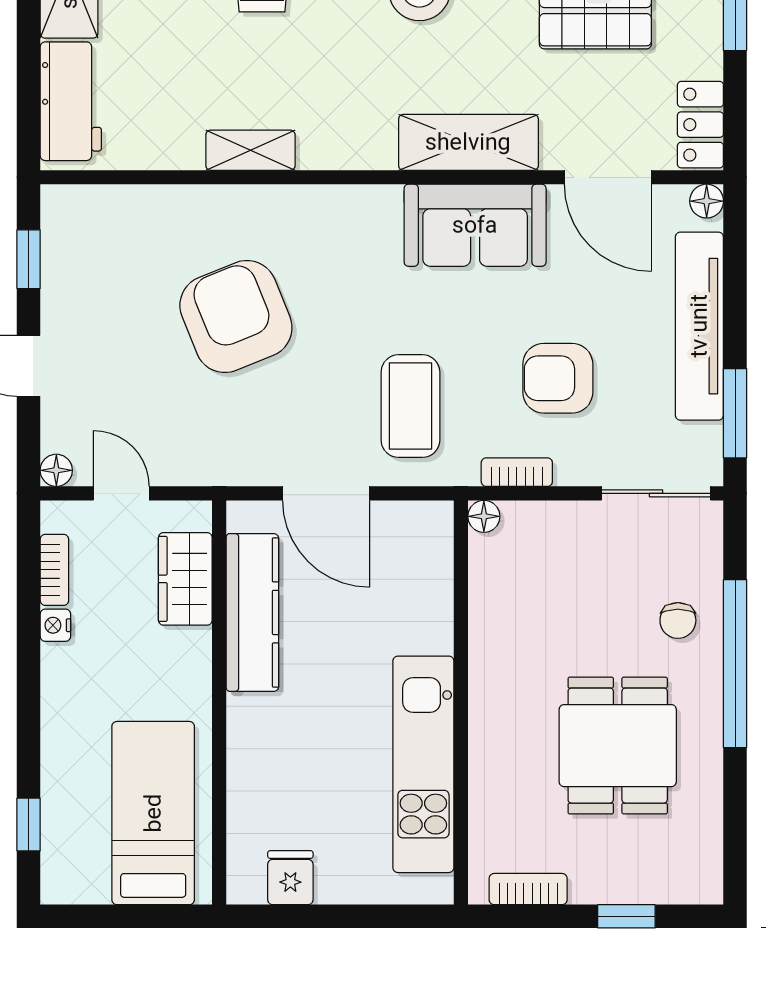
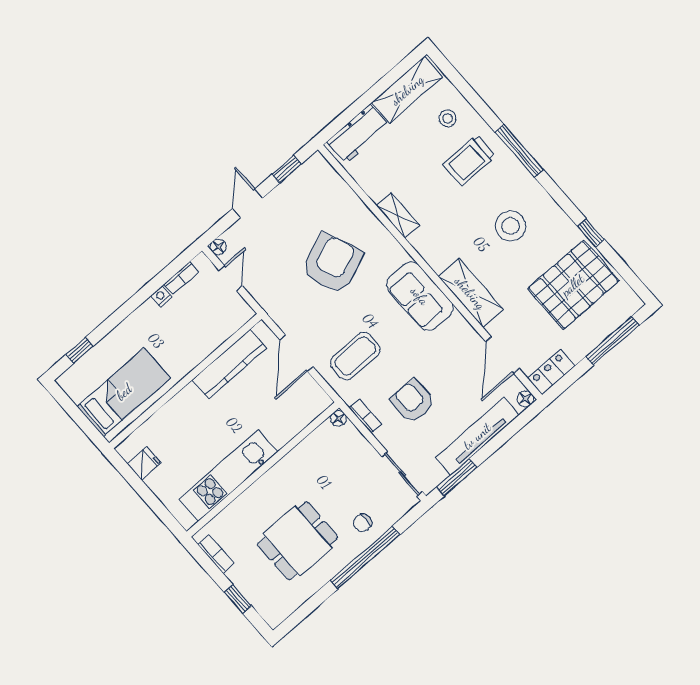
sofa: (475, 225) -> (420, 296), moved
wardrobe: (185, 579) -> (220, 329), removed

